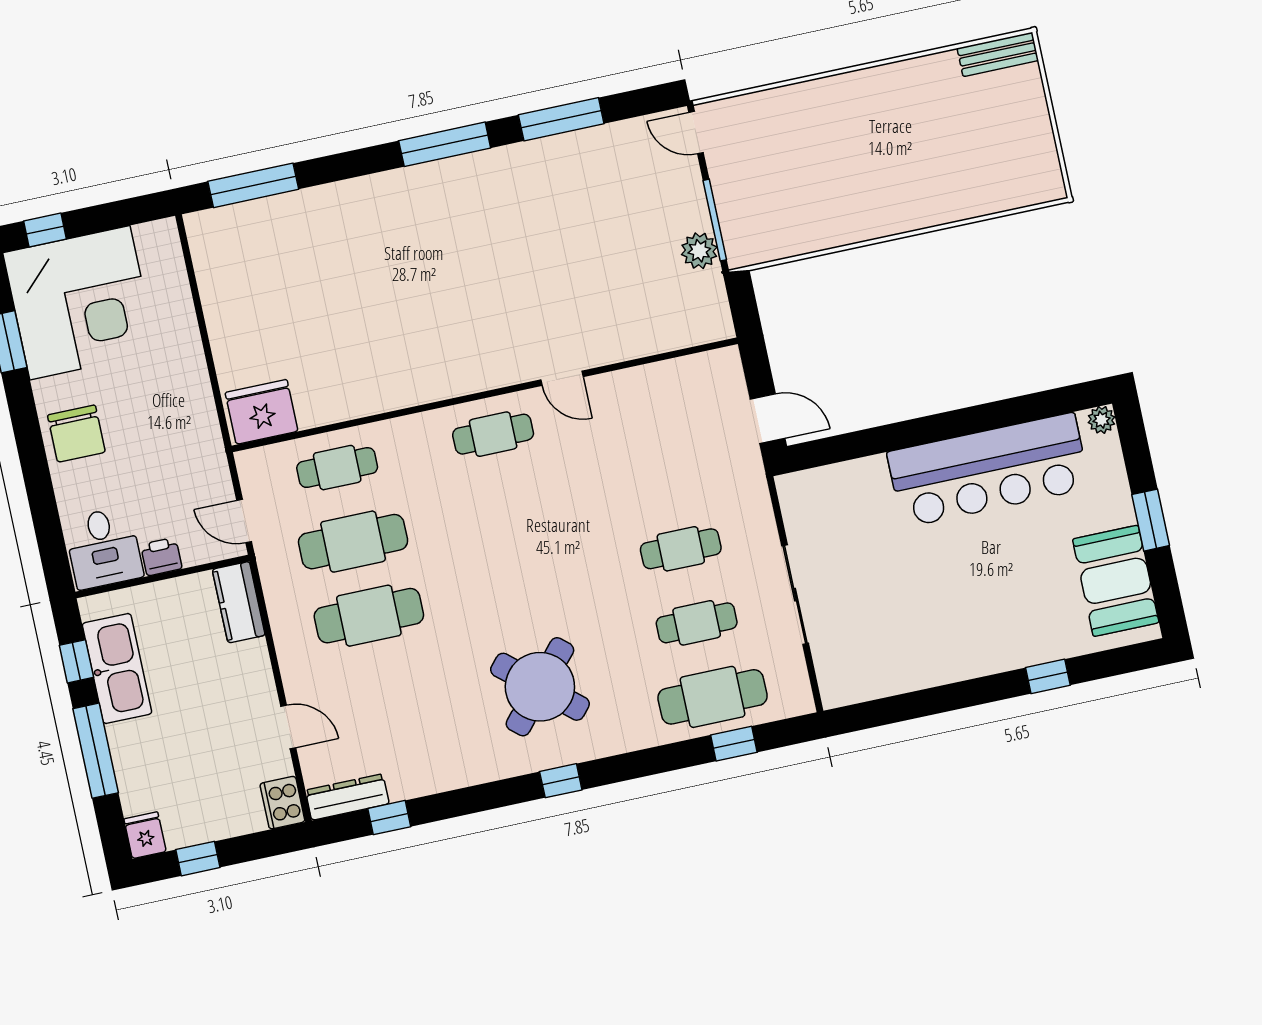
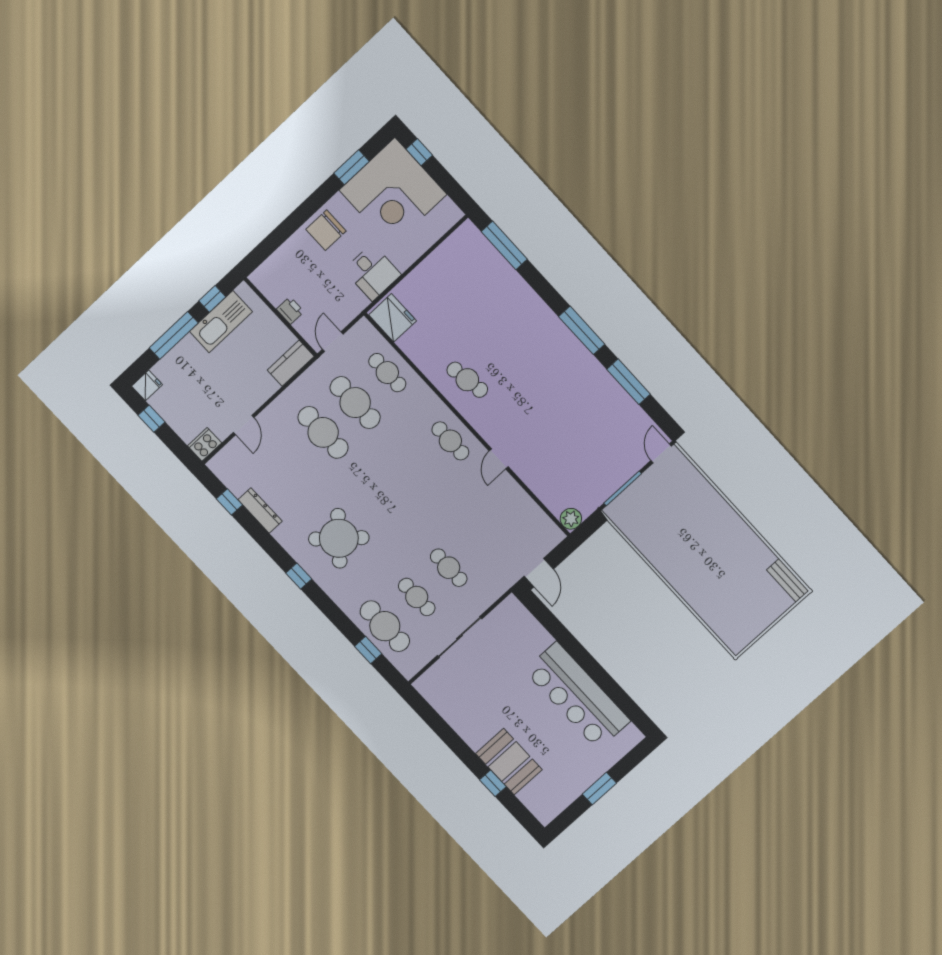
plant: (699, 251) -> (571, 519), moved
cafe table: (418, 356) -> (467, 380), added
plant: (1101, 420) -> (635, 736), removed
desk: (103, 548) -> (372, 272), moved, turned -90
booth: (1116, 581) -> (509, 762), moved, turned 90
dresser: (347, 797) -> (260, 510), moved

